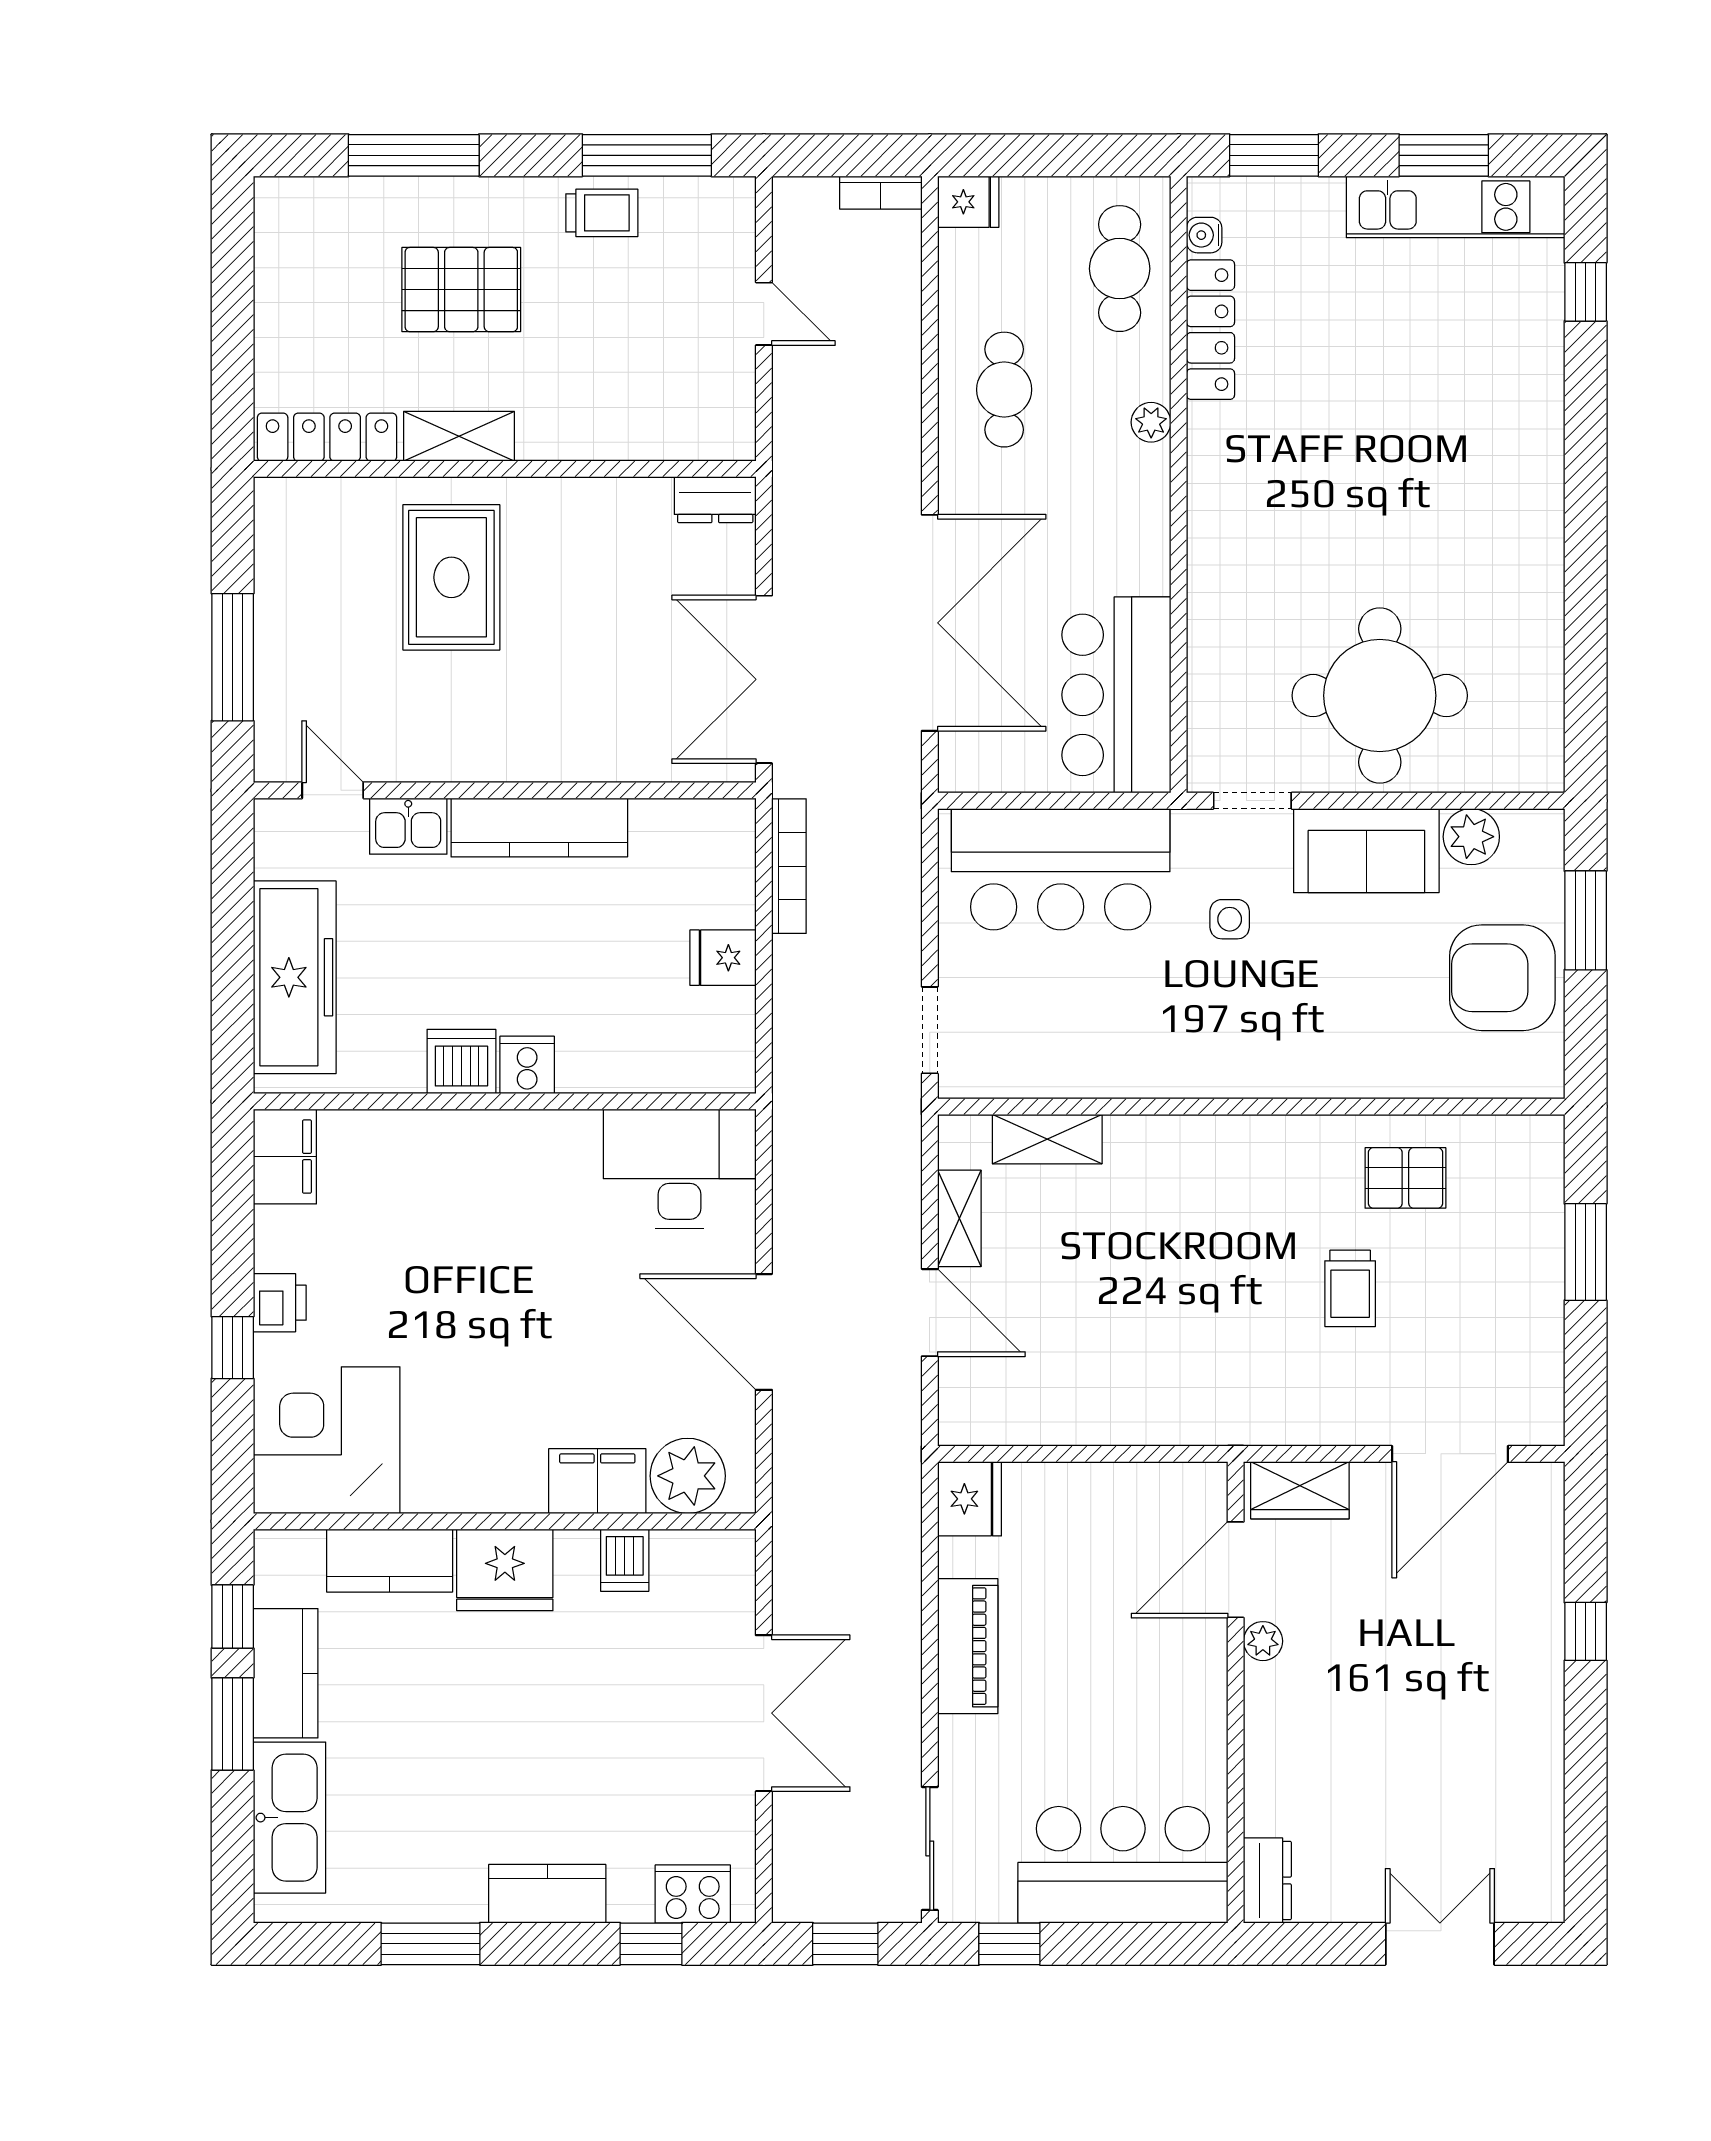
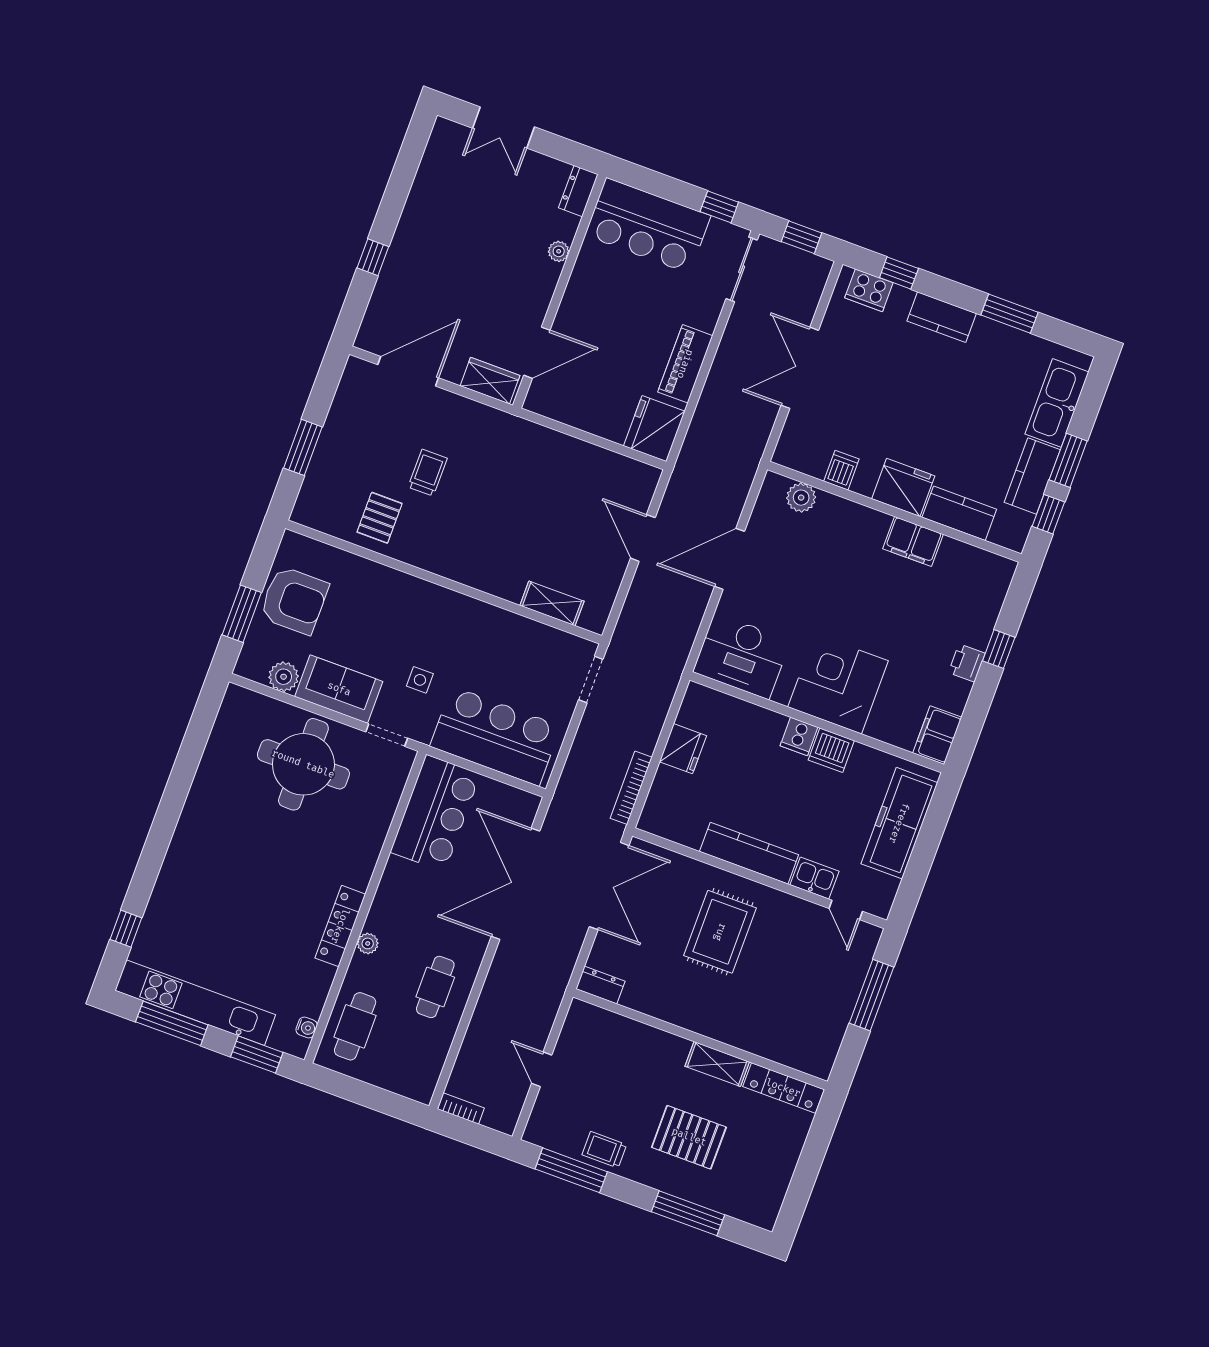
window: (1444, 155) -> (172, 1023), width x1.44
fridge: (968, 202) -> (419, 1088), removed
kitchen unit: (1456, 207) -> (195, 1003), width x1.36
locker: (1210, 330) -> (340, 926), moved
rug: (451, 577) -> (720, 932), moved
fridge: (723, 958) -> (683, 749), width x1.38
pallet: (1405, 1178) -> (380, 518), turned 90
shelving: (959, 1218) -> (611, 580), removed
door: (764, 1332) -> (730, 559), swing flipped
corner desk: (327, 1440) -> (838, 684), moved, turned 180
plant: (688, 1476) -> (801, 498), width x0.73, depth x0.73
filing cabinet: (597, 1481) -> (913, 541), moved
fridge: (970, 1499) -> (654, 429), width x1.36, depth x1.34
plant: (1263, 1641) -> (559, 251), moved

